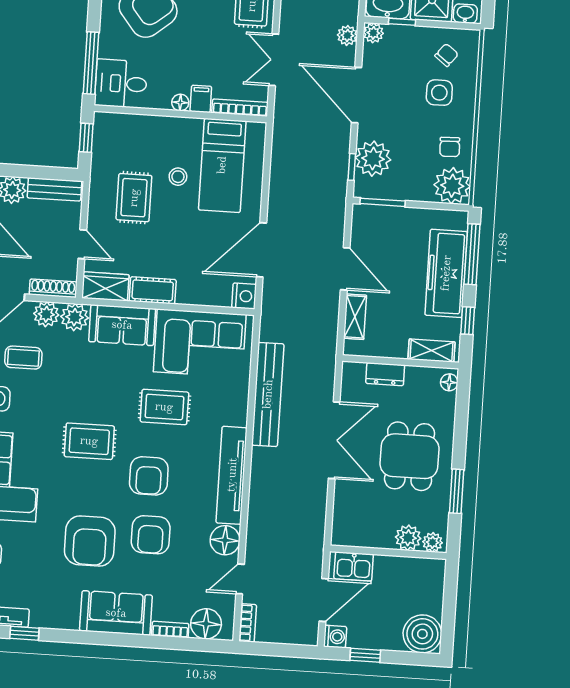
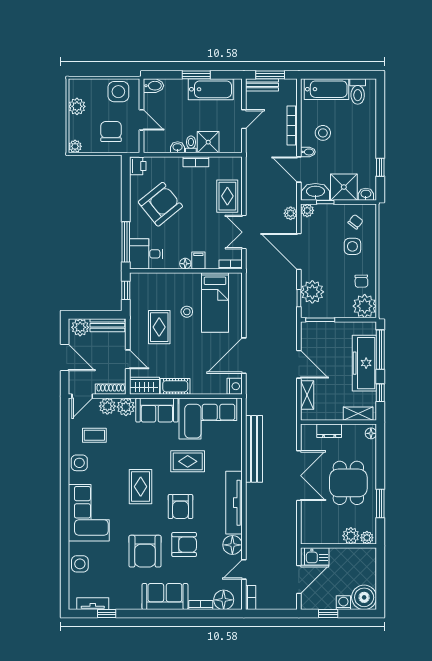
bookcase: (240, 108) -> (231, 264), width x0.64
rug: (89, 441) -> (141, 487), turned 90
armchair: (151, 535) -> (184, 545), turned -90
washing machine: (335, 637) -> (343, 603), moved, turned -90

